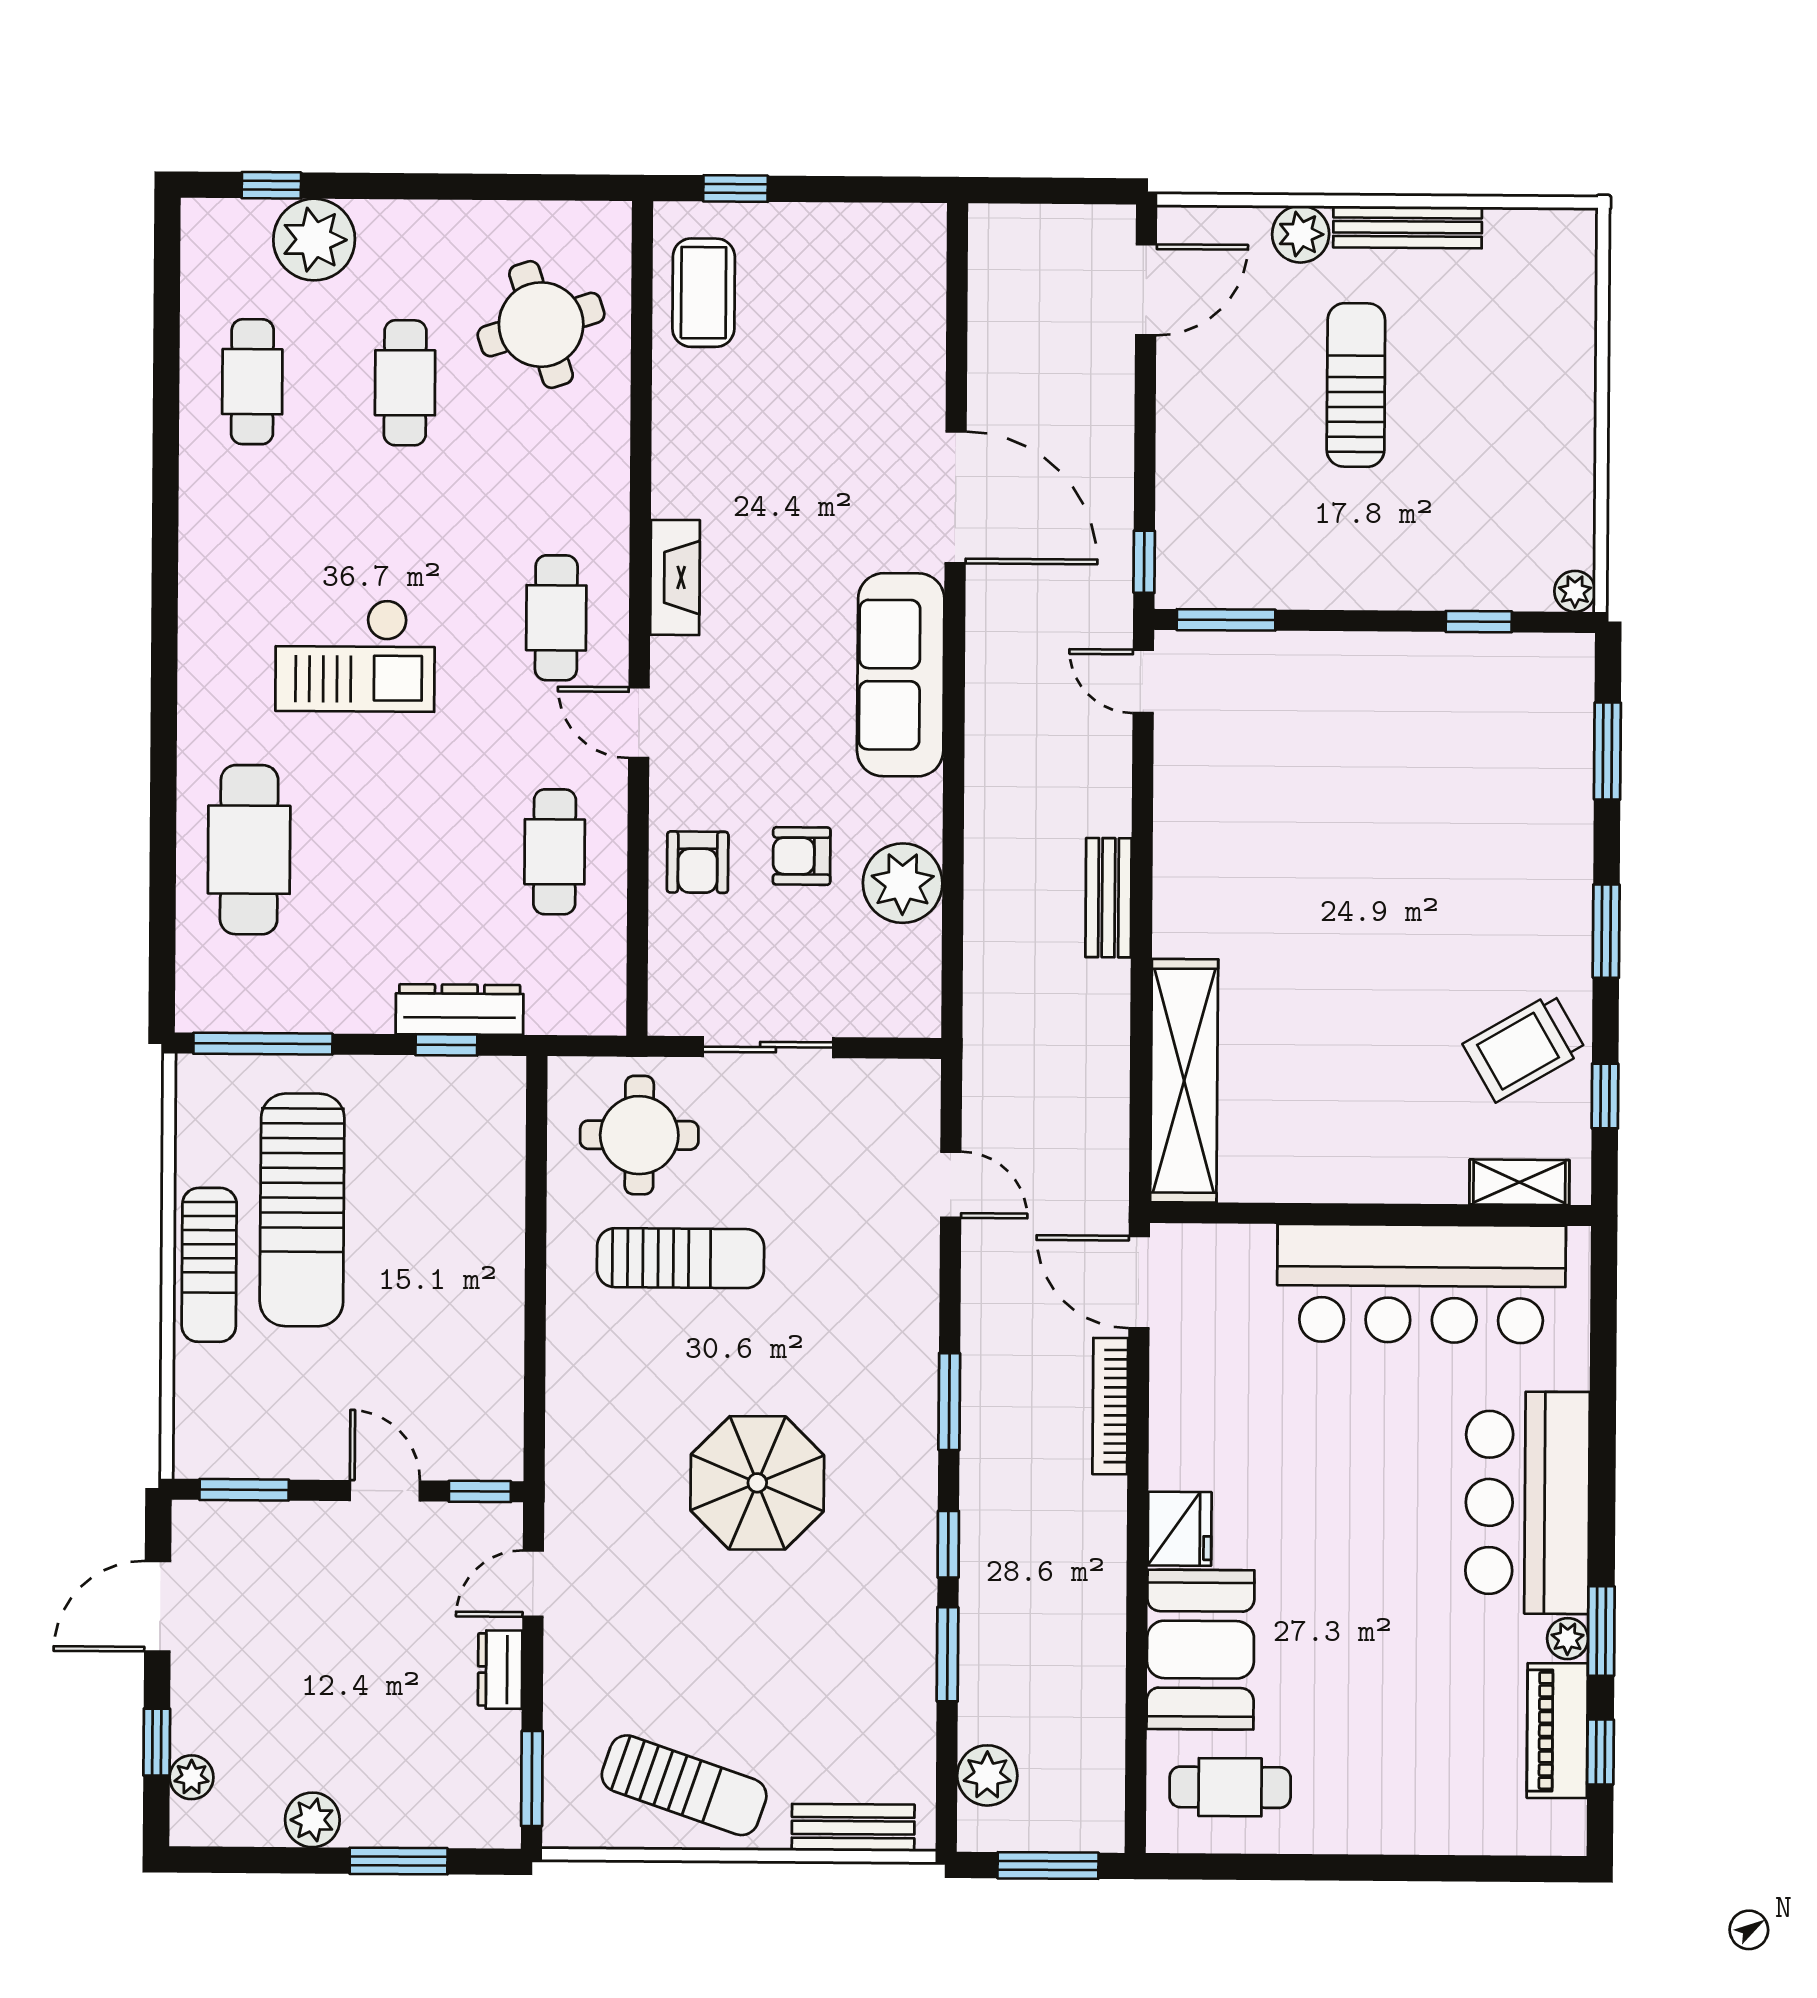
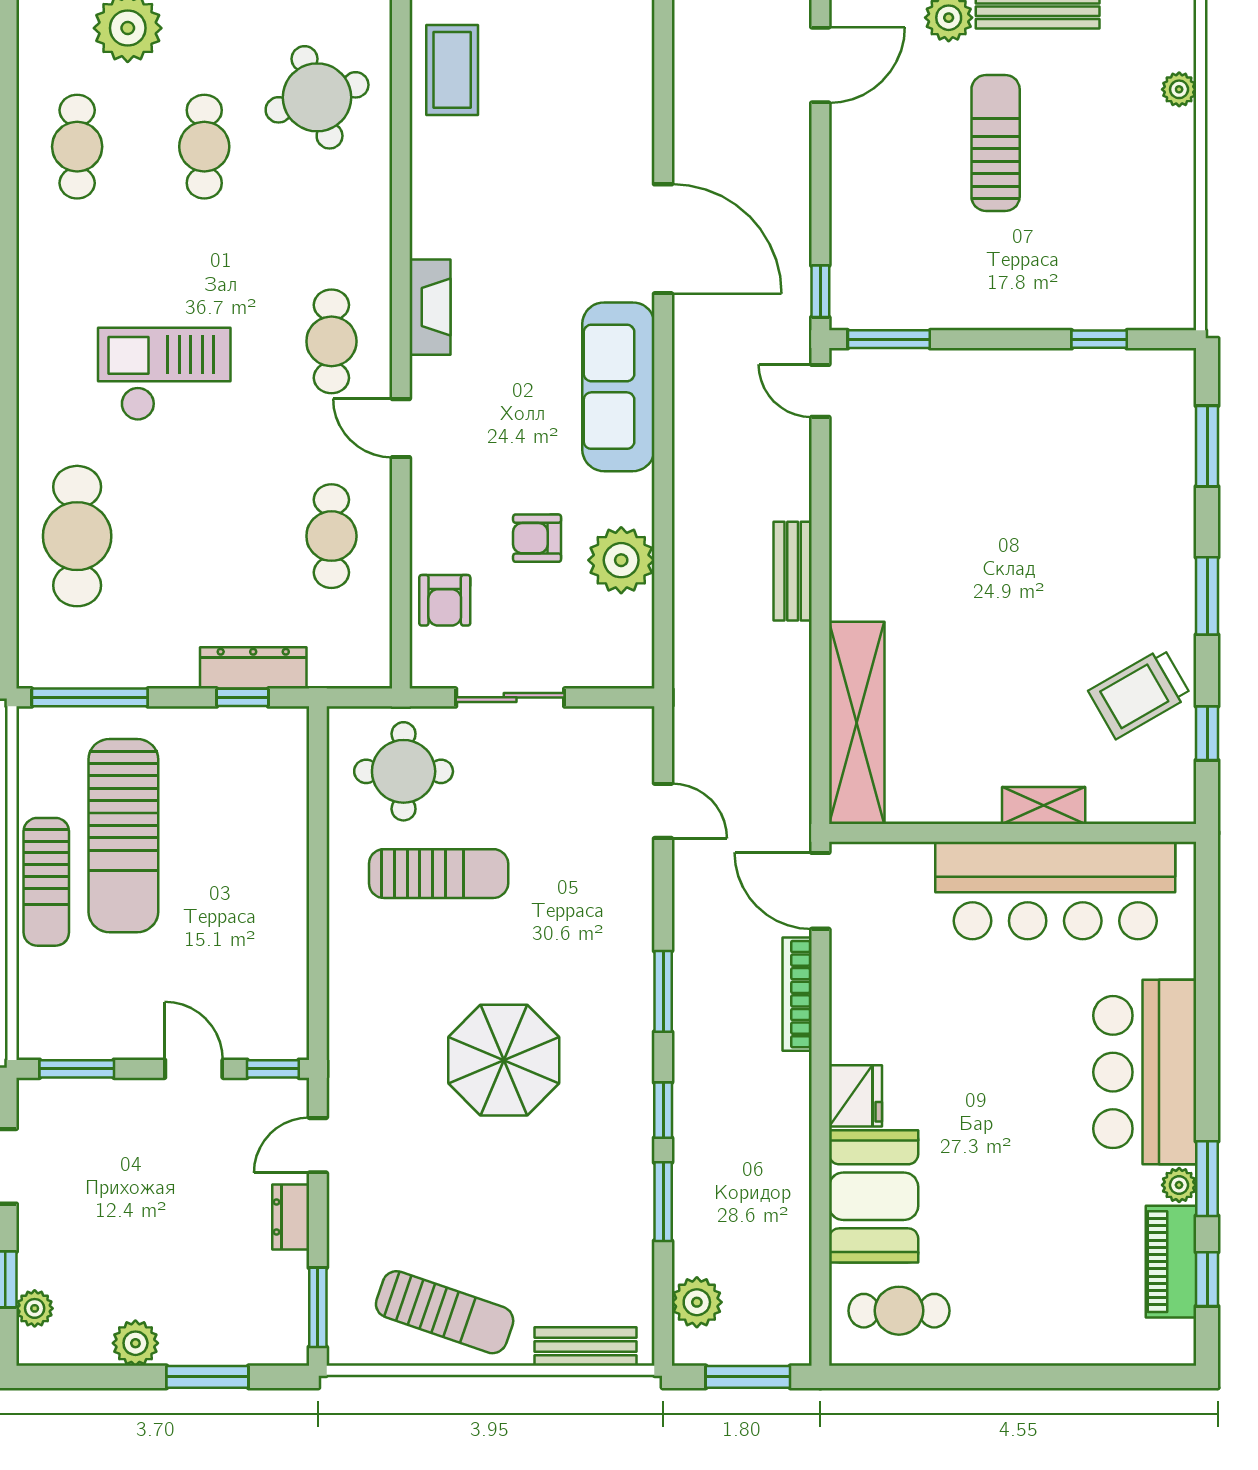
plant: (1575, 591) -> (1179, 89), moved
checkout: (355, 656) -> (164, 374), turned 180
armchair: (698, 862) -> (445, 600), moved
shelving: (1519, 1182) -> (1044, 805), moved

